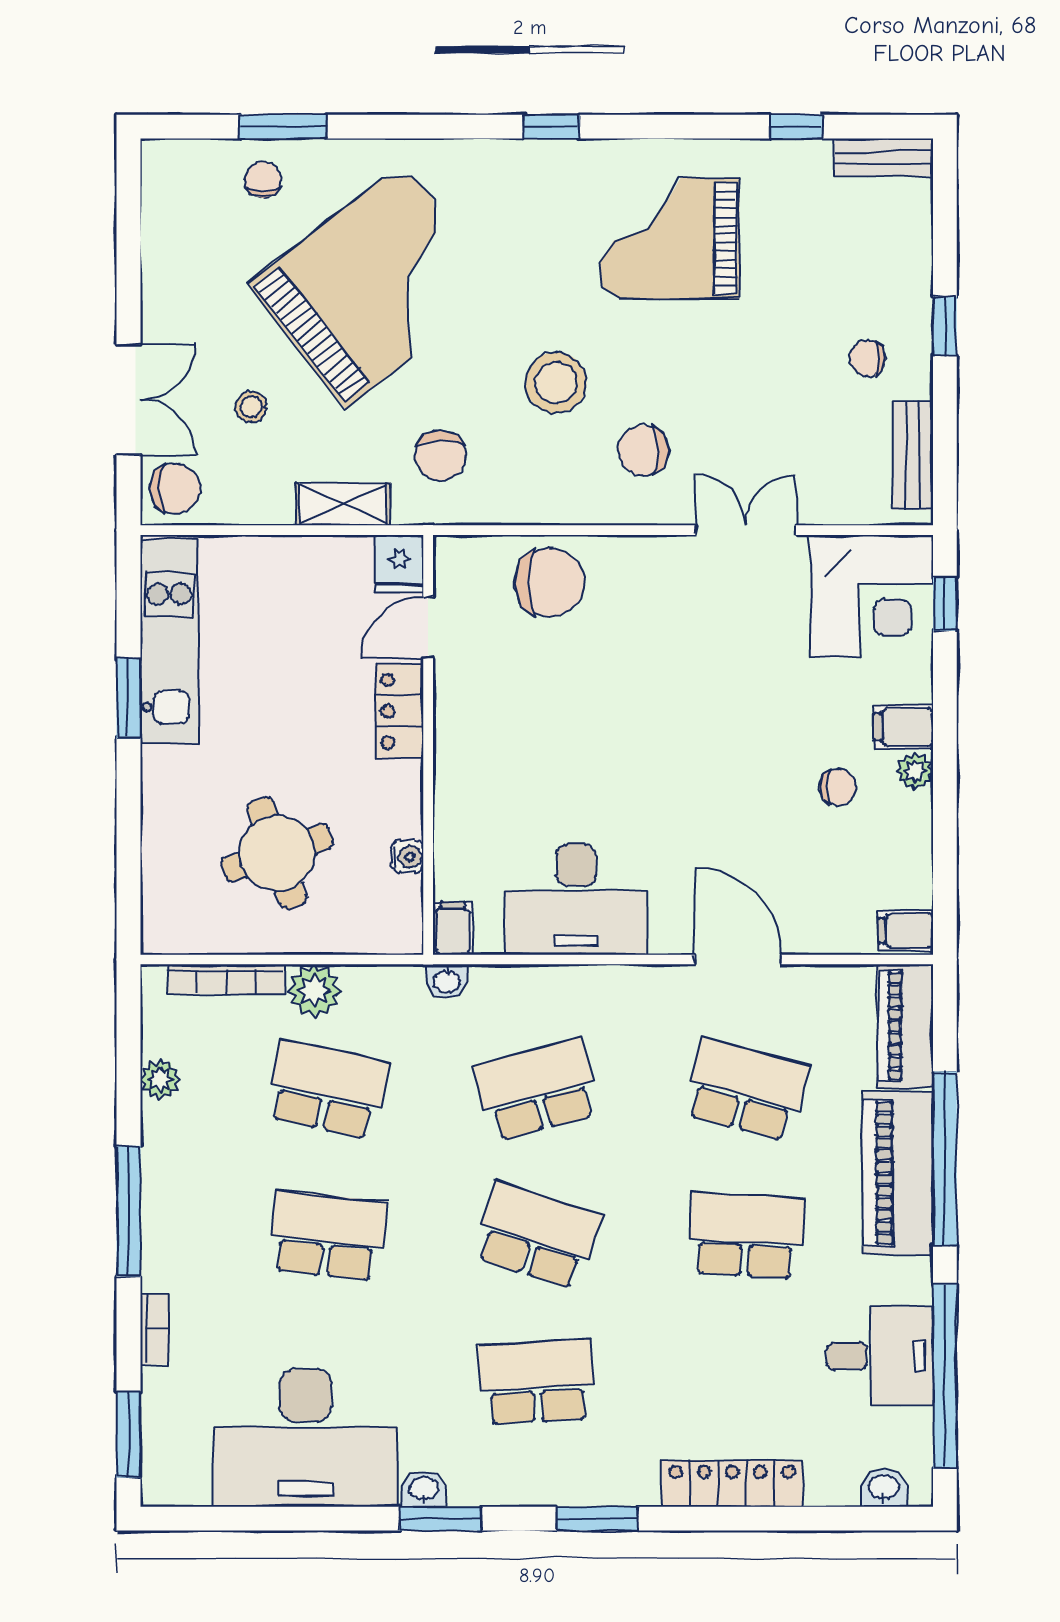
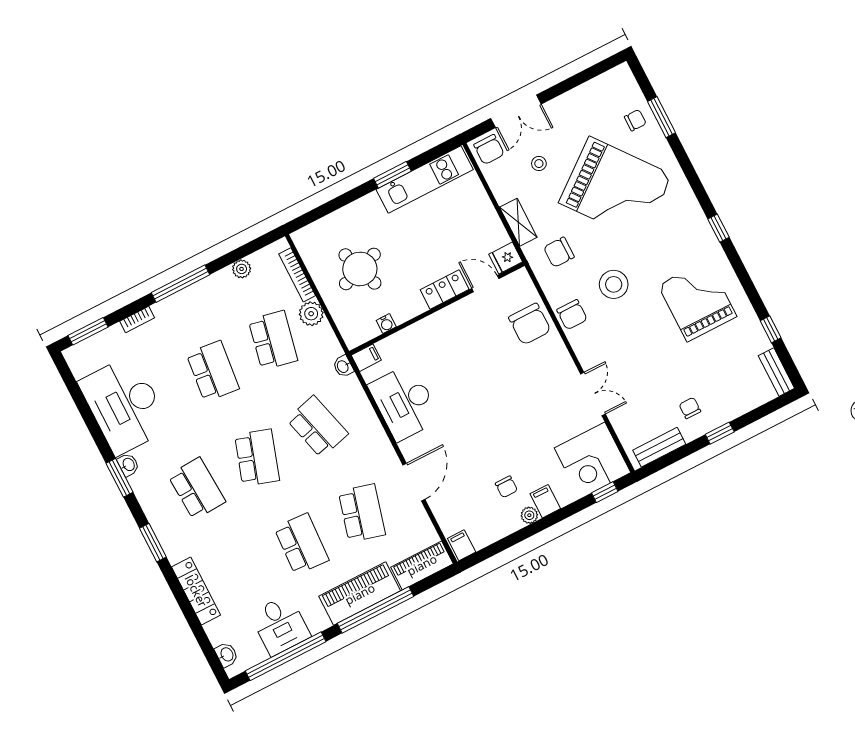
chair: (643, 450) -> (572, 315), moved, turned 180

